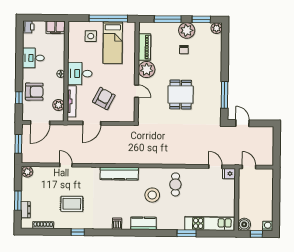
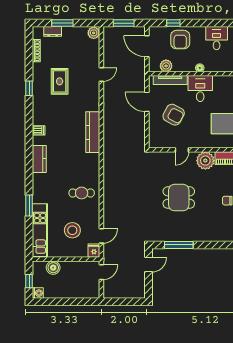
stool: (152, 195) -> (72, 230), moved
boiler: (244, 224) -> (53, 268), moved

